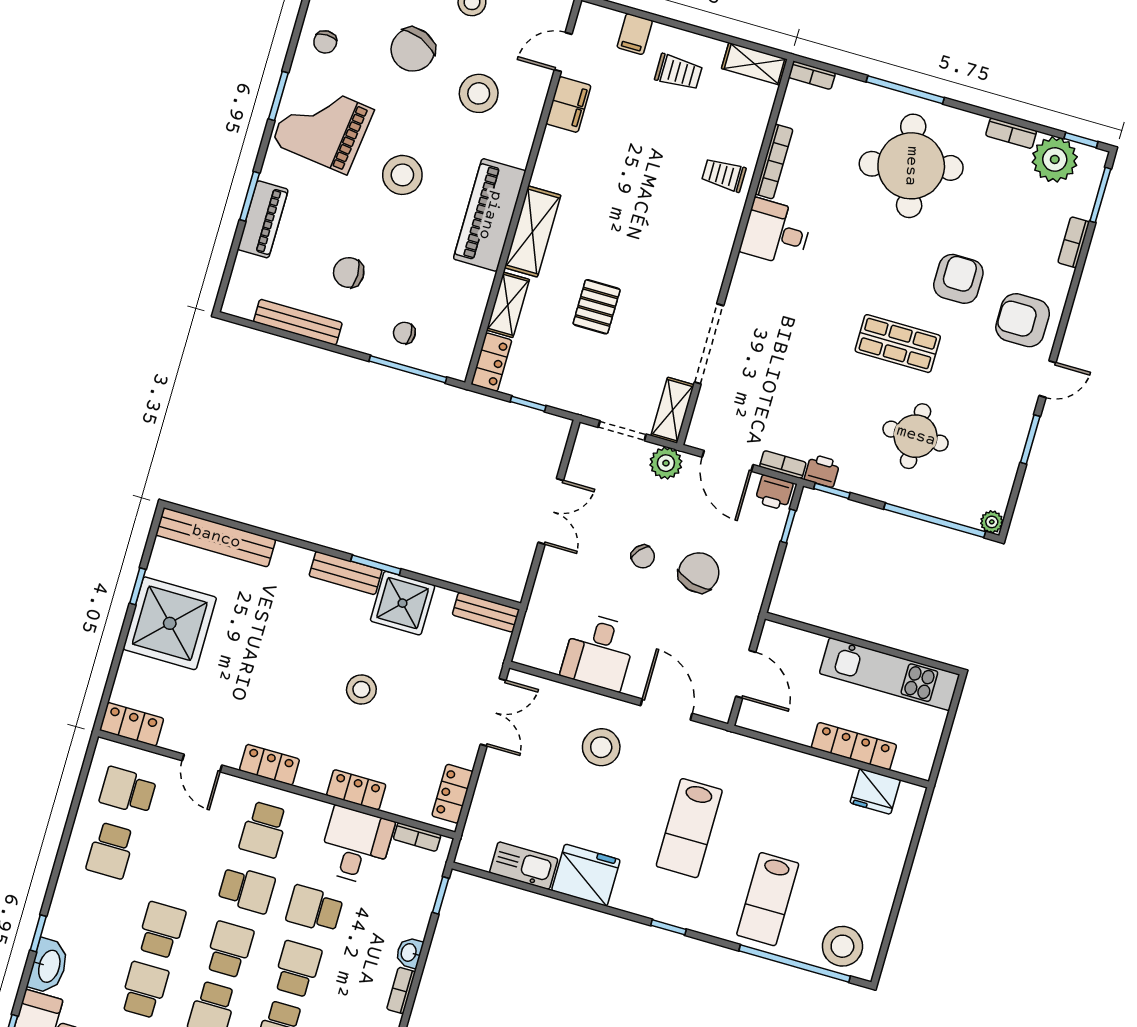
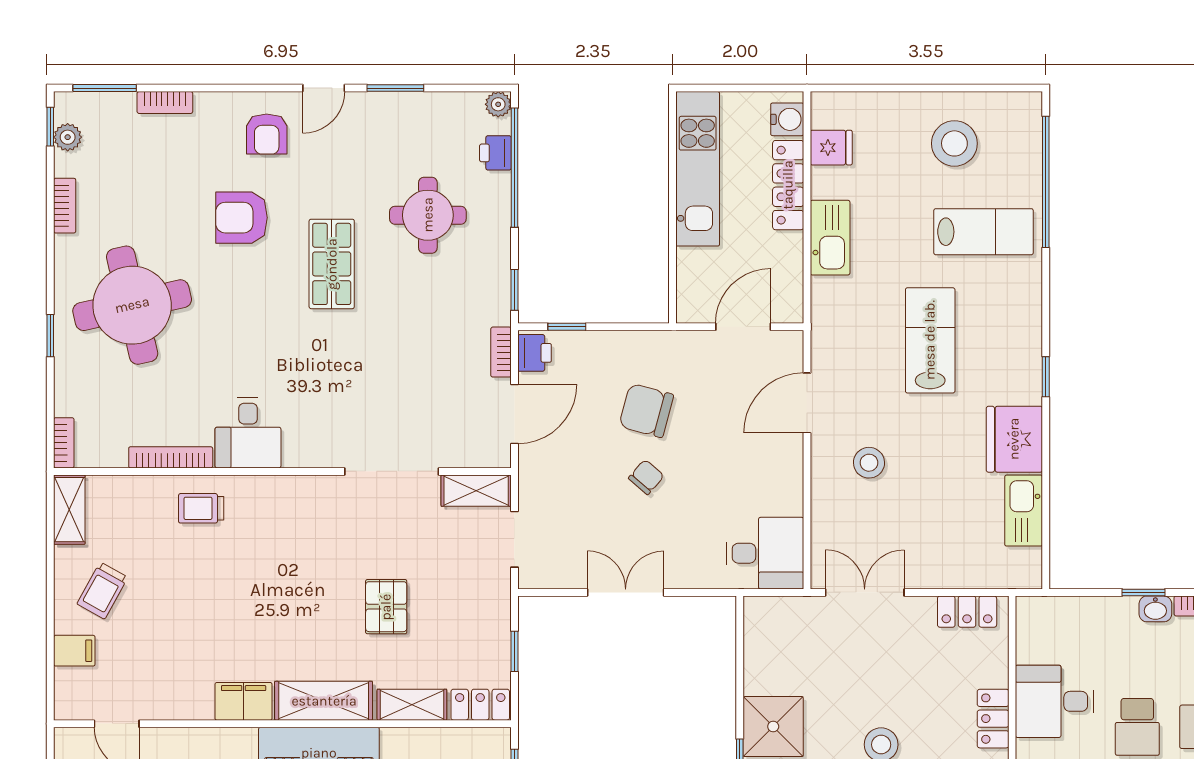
trolley: (679, 72) -> (102, 591), turned -151
window: (905, 90) -> (50, 336), width x0.46
filing cabinet: (568, 105) -> (244, 701), moved
plant: (1055, 159) -> (68, 137), width x0.53, depth x0.53
trolley: (724, 175) -> (201, 508), turned 90
pallet: (597, 307) -> (386, 607), turned 90
armchair: (1023, 320) -> (267, 134), width x0.72, depth x0.72
door: (1047, 379) -> (324, 88), swing flipped
plant: (666, 463) -> (536, 481), removed
printer: (822, 471) -> (495, 153), moved
bench: (486, 612) -> (757, 632), removed
desk: (599, 652) -> (765, 553), moved
stool: (601, 747) -> (869, 463), width x0.73, depth x0.73
water cooler: (909, 761) -> (787, 119), added
kitchen sink: (800, 769) -> (830, 238), added
fridge: (875, 791) -> (831, 148), width x0.72
lab bench: (689, 828) -> (930, 340), turned -90
bookcase: (417, 837) -> (1026, 637), removed
window: (441, 895) -> (1143, 592), moved
window: (668, 927) -> (1046, 377), moved
stool: (842, 946) -> (954, 143), moved

